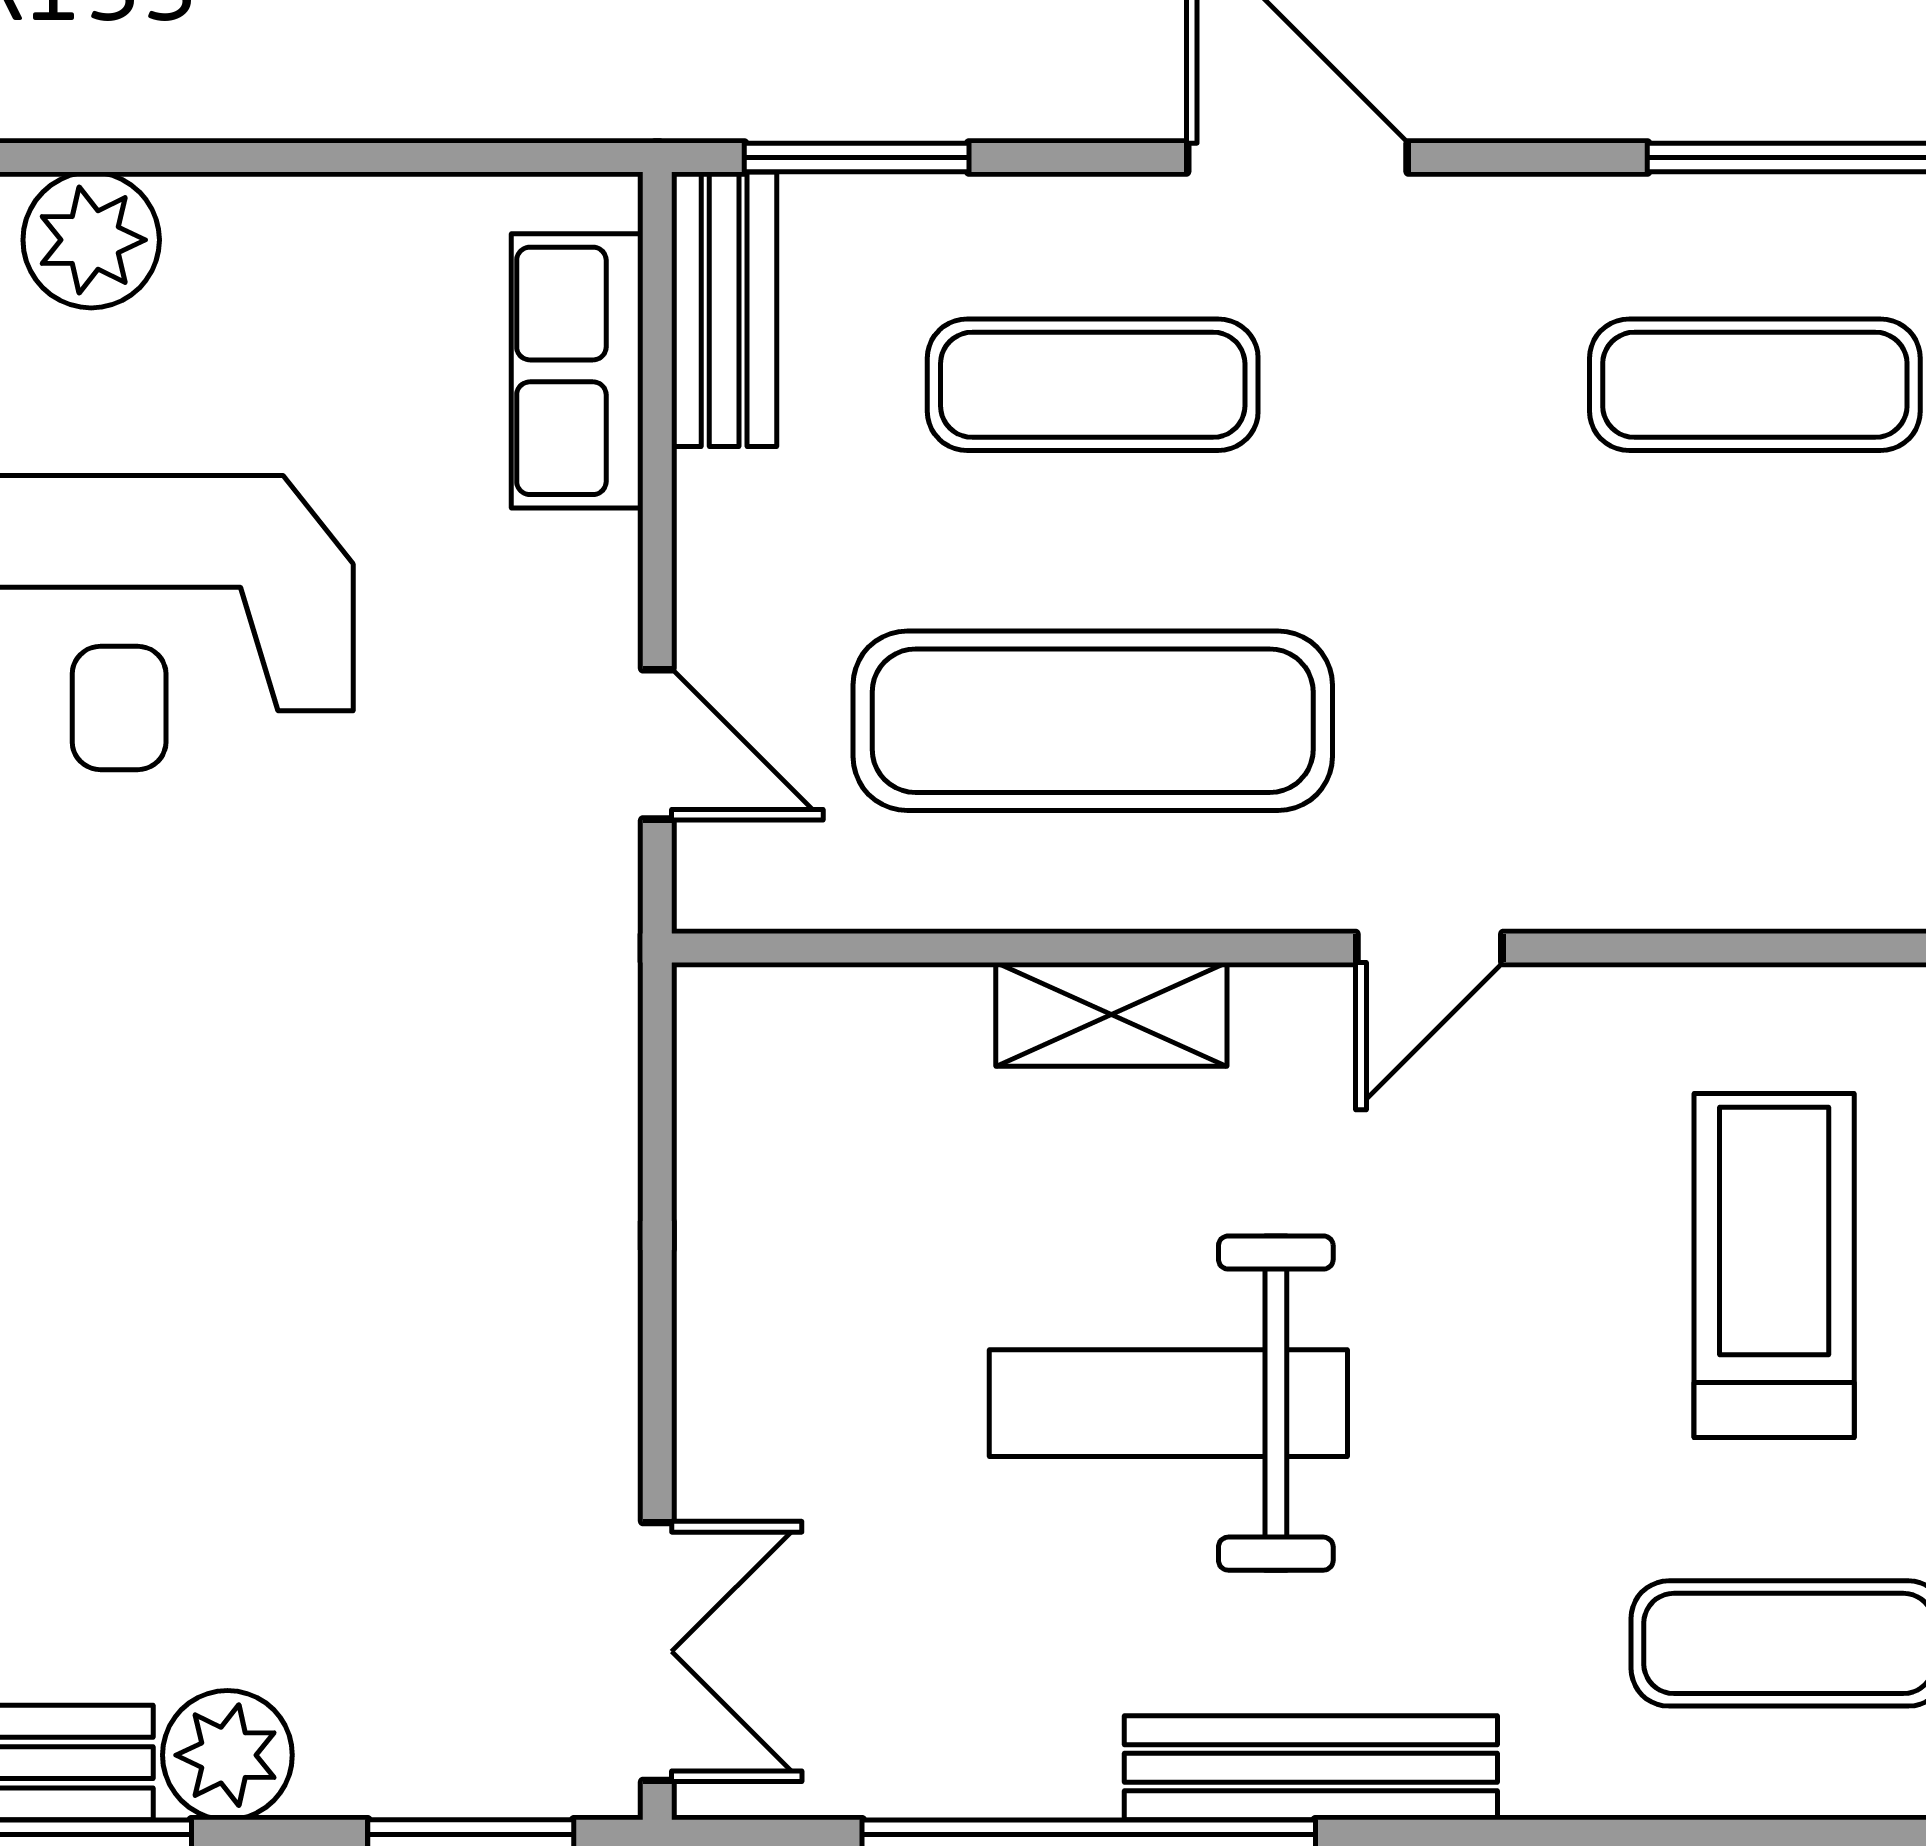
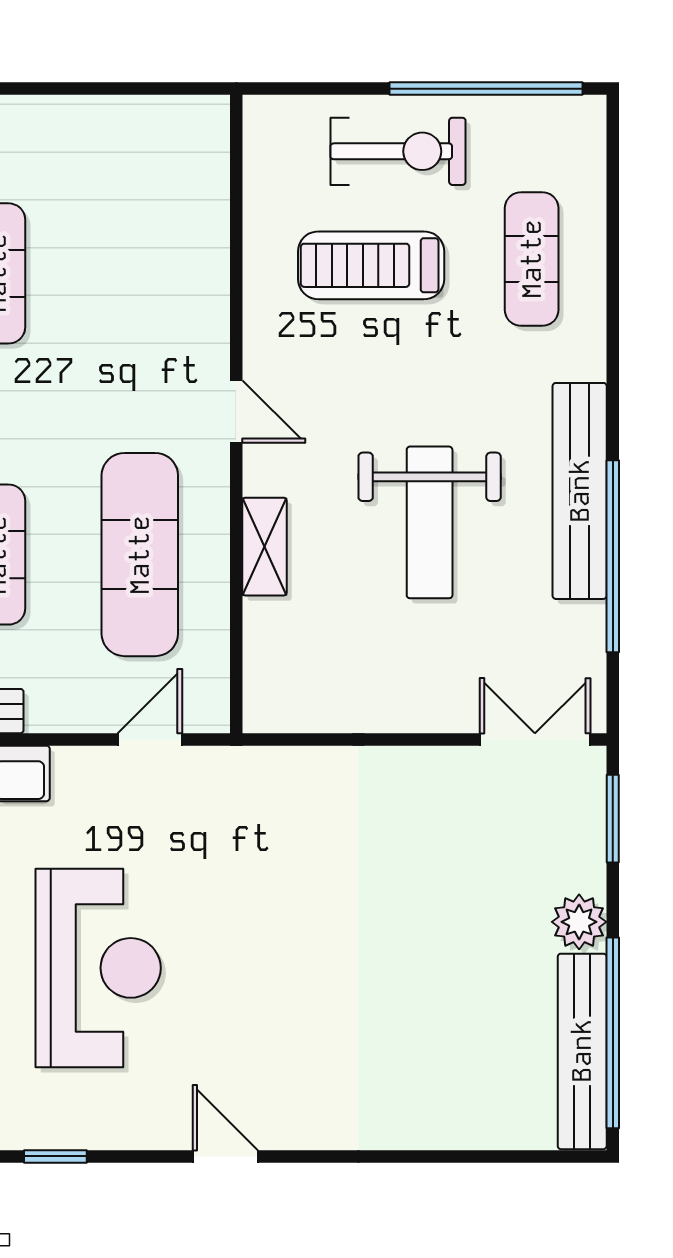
bench: (1311, 1768) -> (580, 491), width x1.37, depth x1.21

